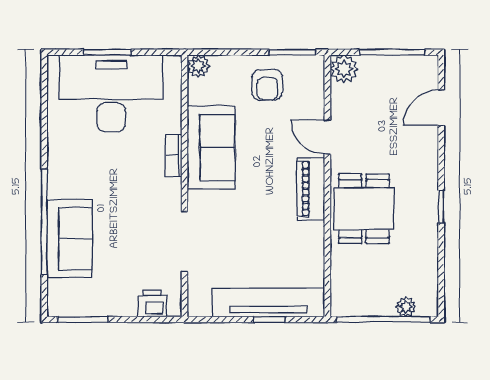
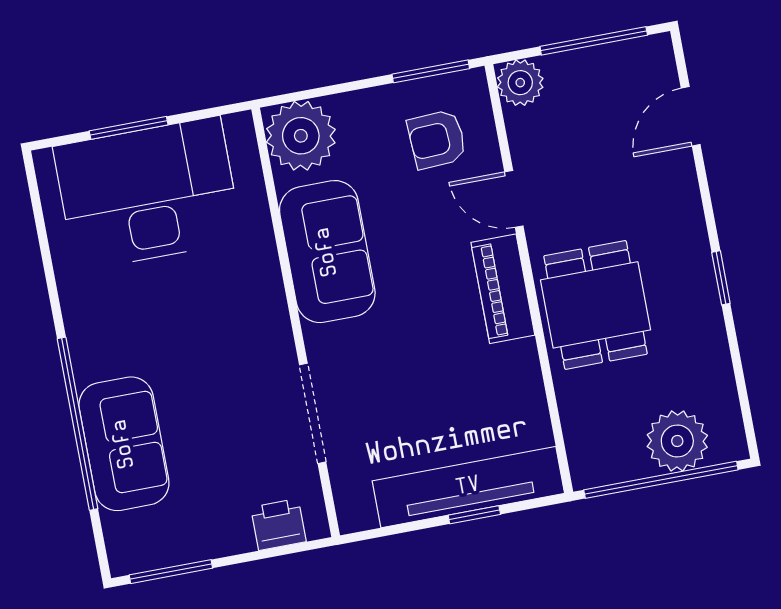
plant: (198, 66) -> (301, 136), width x1.88, depth x1.88
armchair: (267, 85) -> (437, 139), moved, turned 87
bookcase: (174, 155) -> (268, 276), removed
plant: (406, 307) -> (677, 441), width x1.88, depth x1.88

